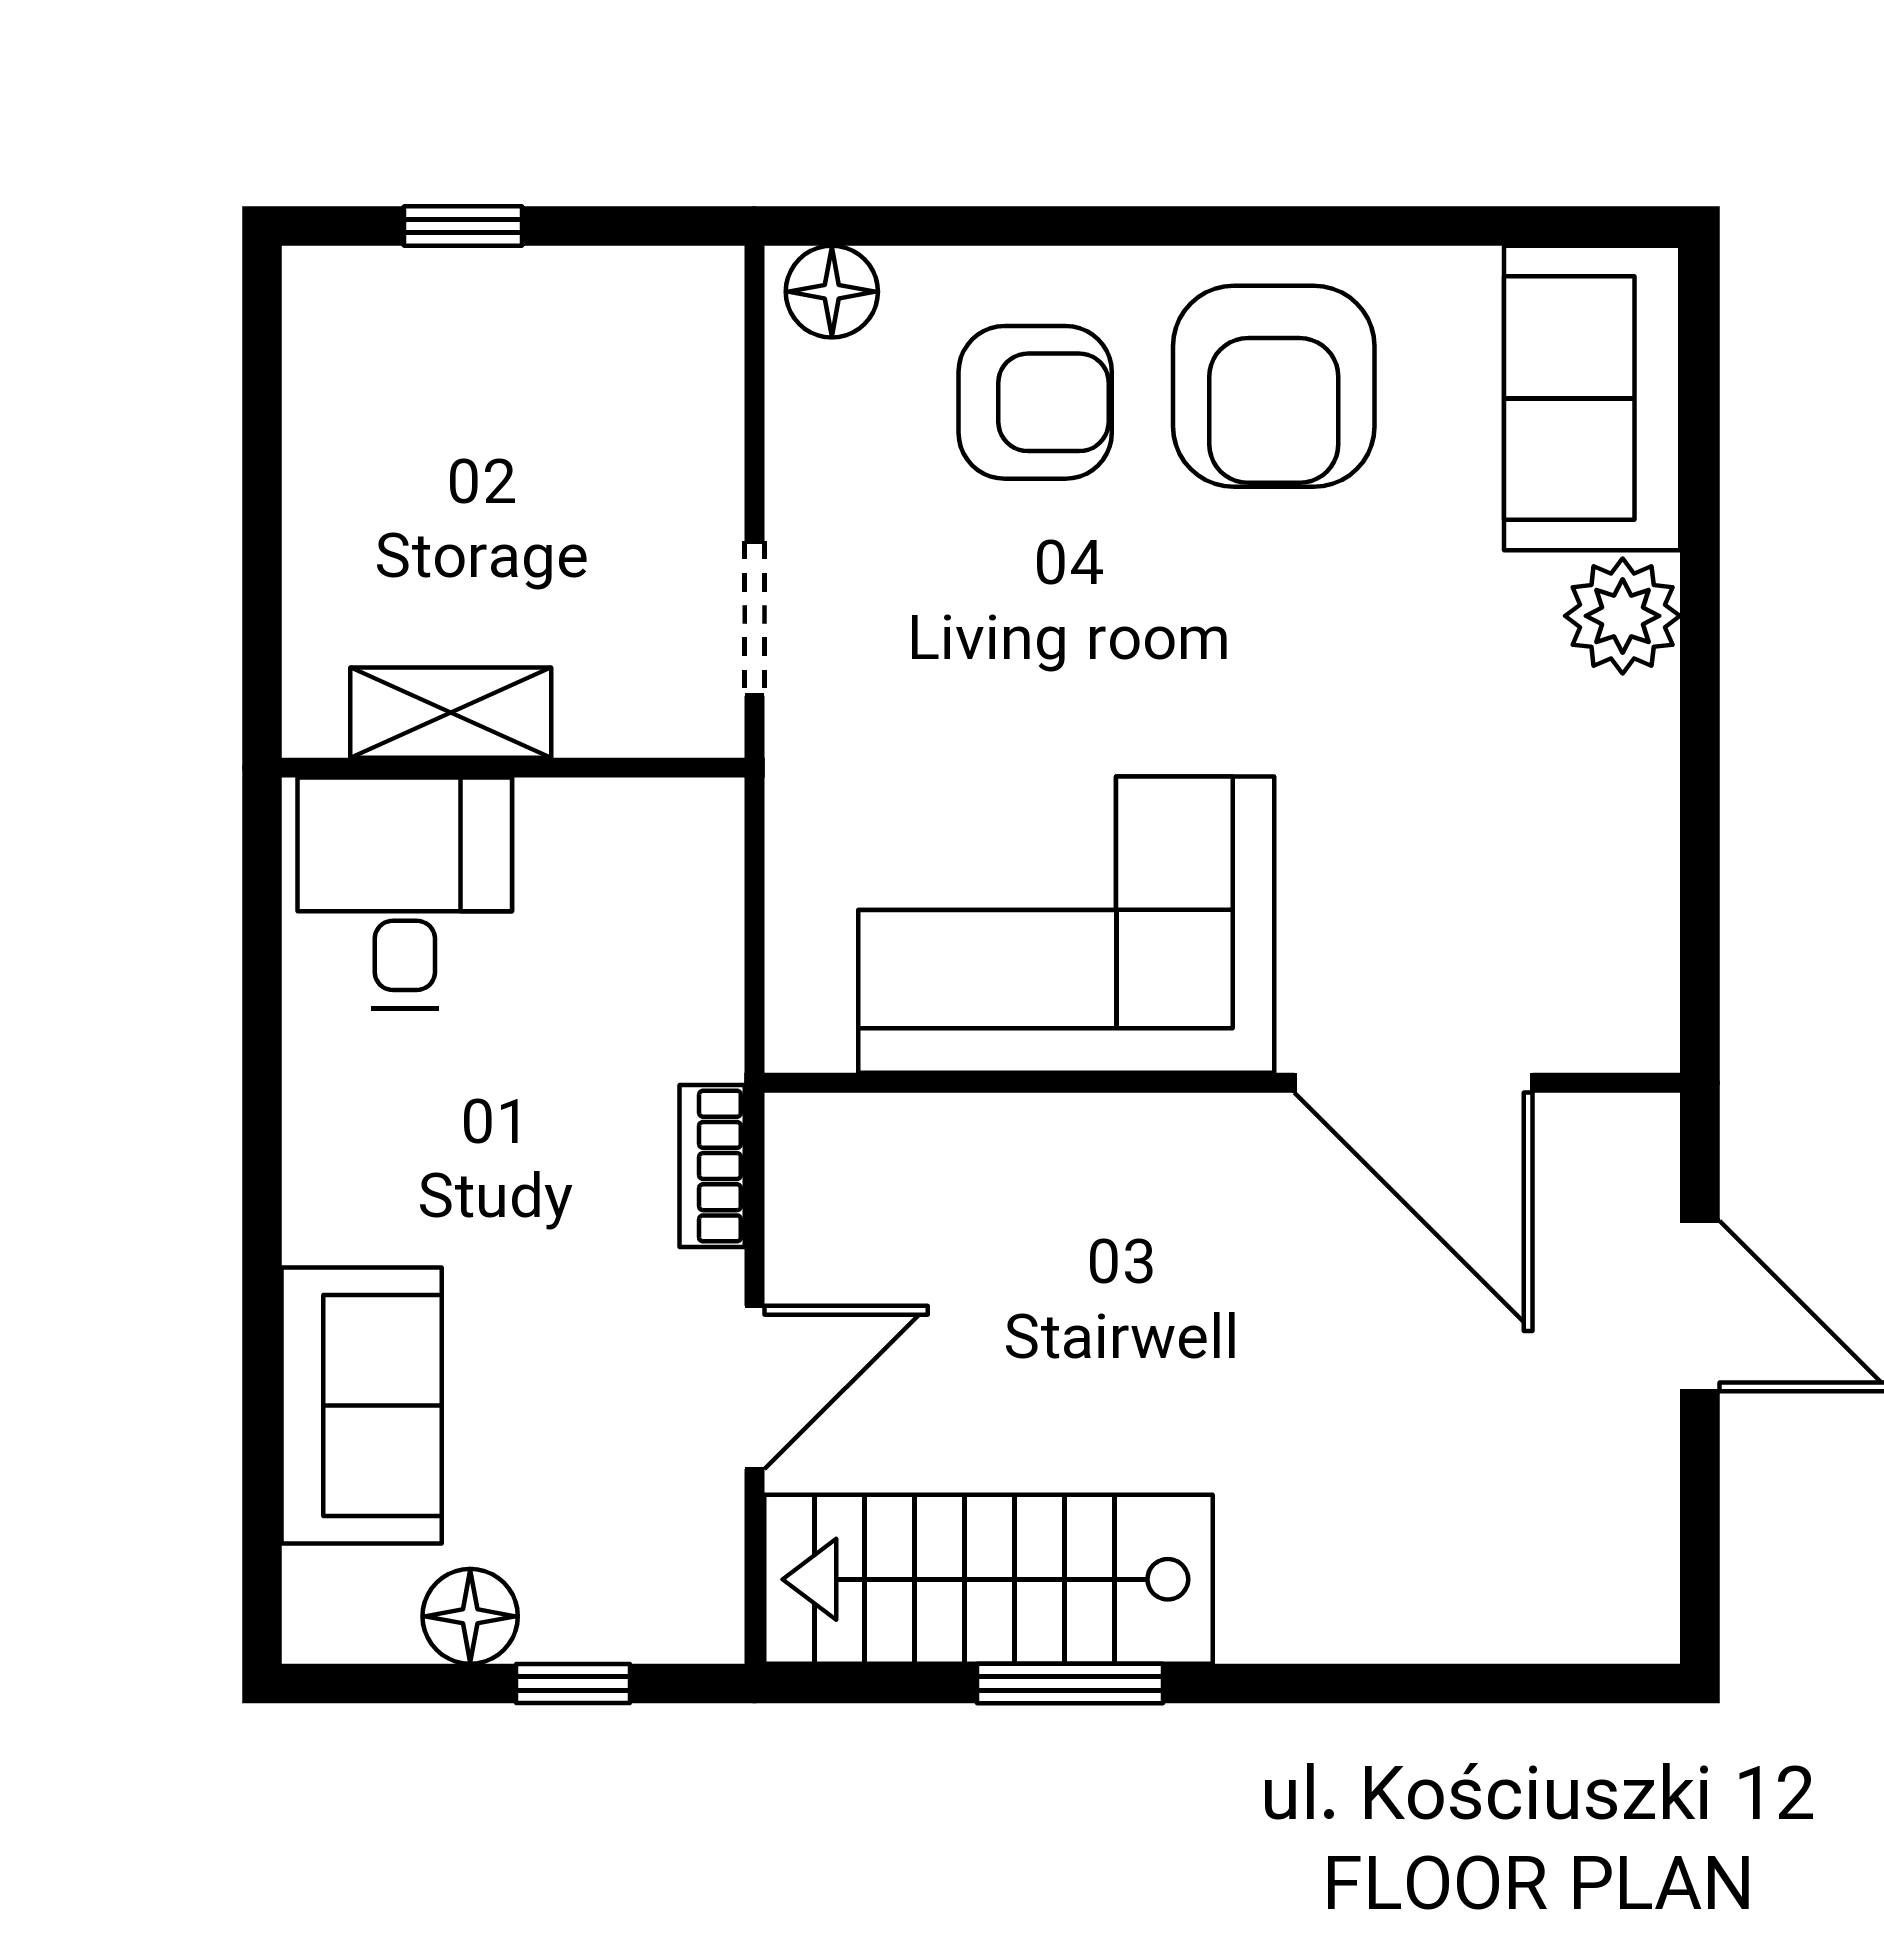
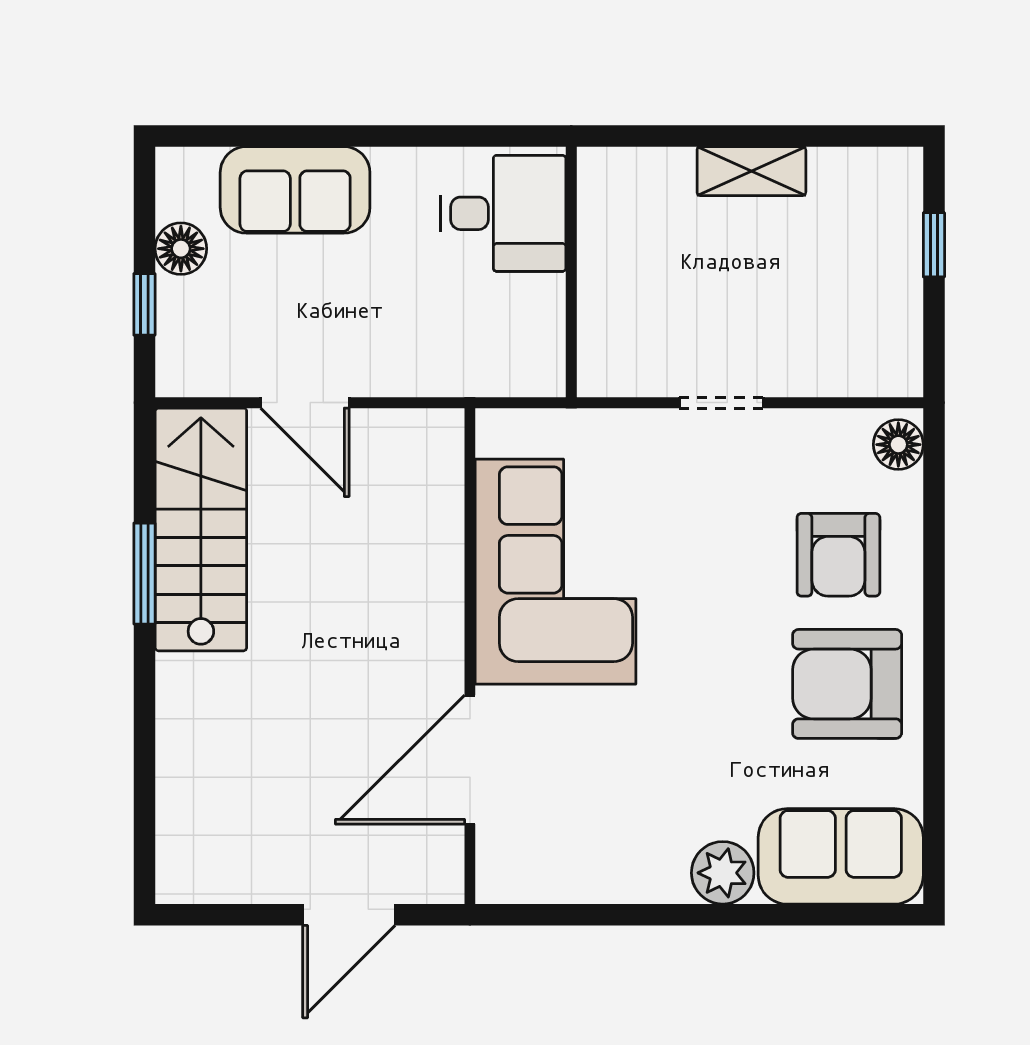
shelving: (451, 713) -> (751, 171), moved, turned 90
wall: (513, 768) -> (571, 272), moved
desk: (405, 893) -> (503, 213), moved
bookcase: (712, 1166) -> (425, 380), removed

